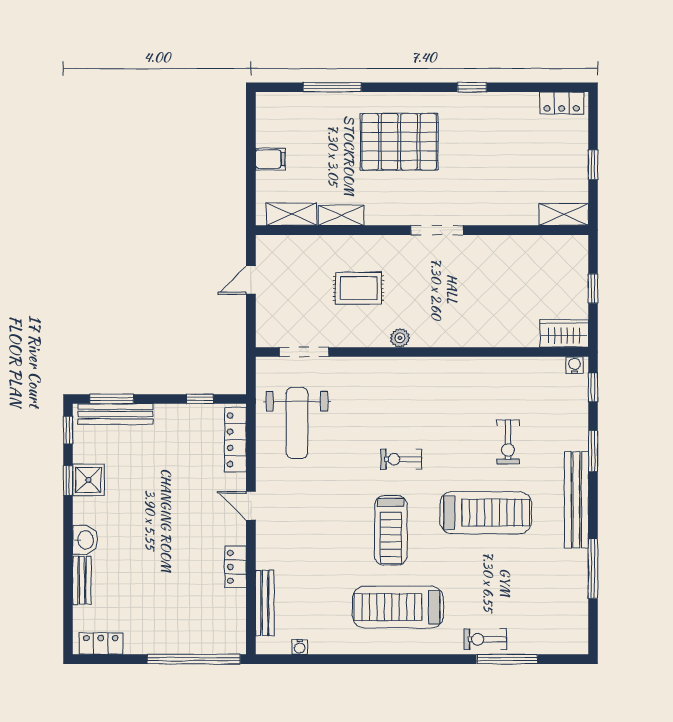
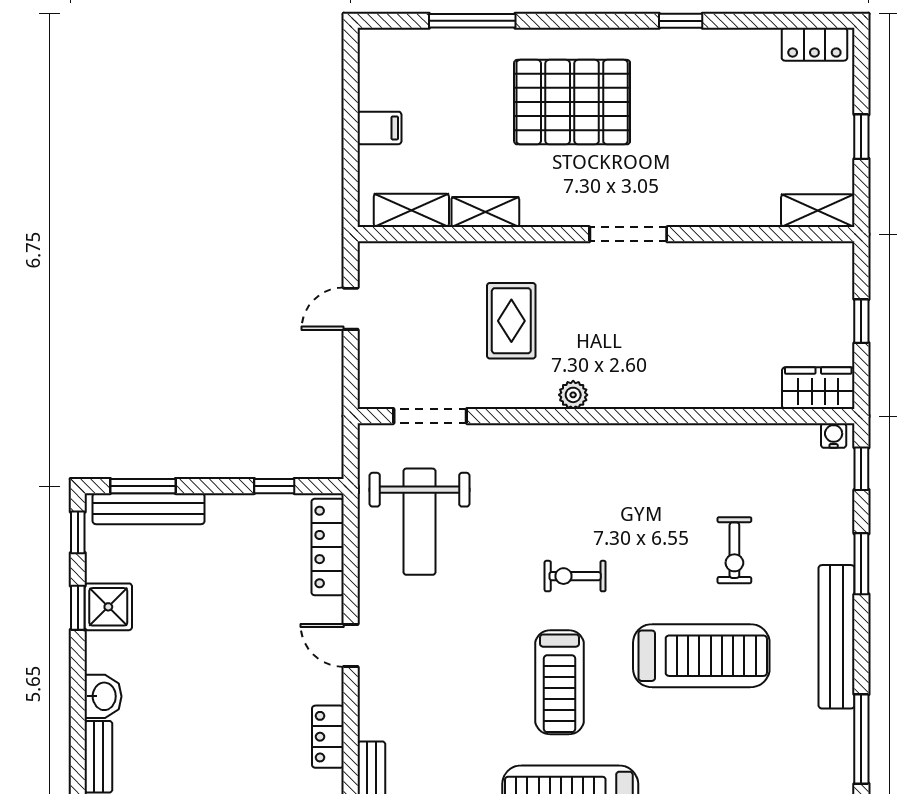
rug: (358, 288) -> (511, 321), turned 90

